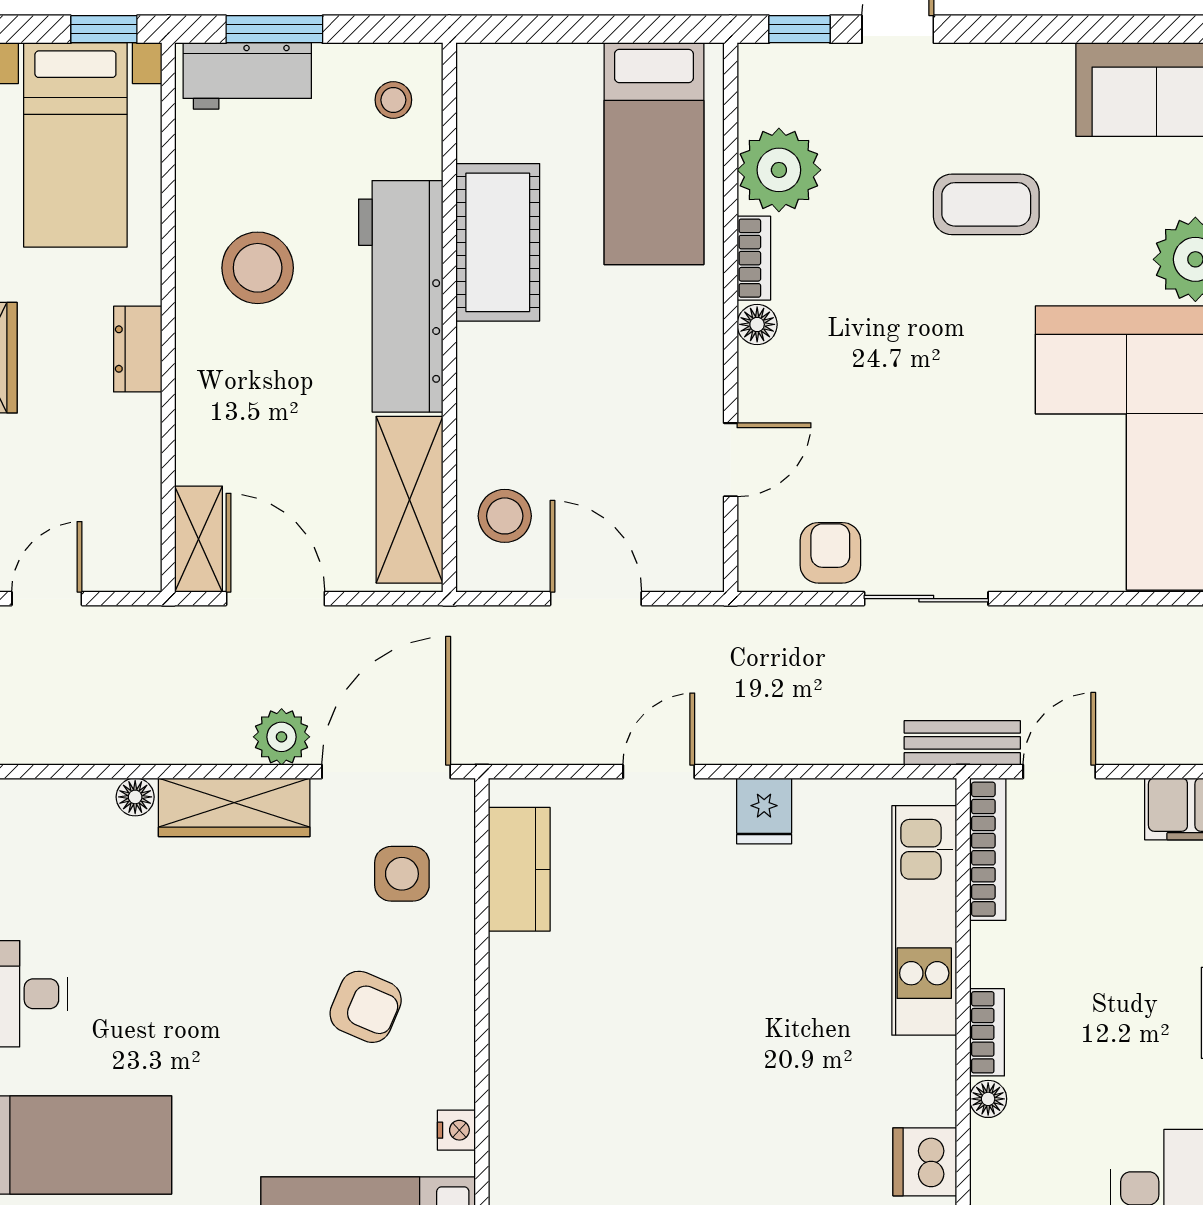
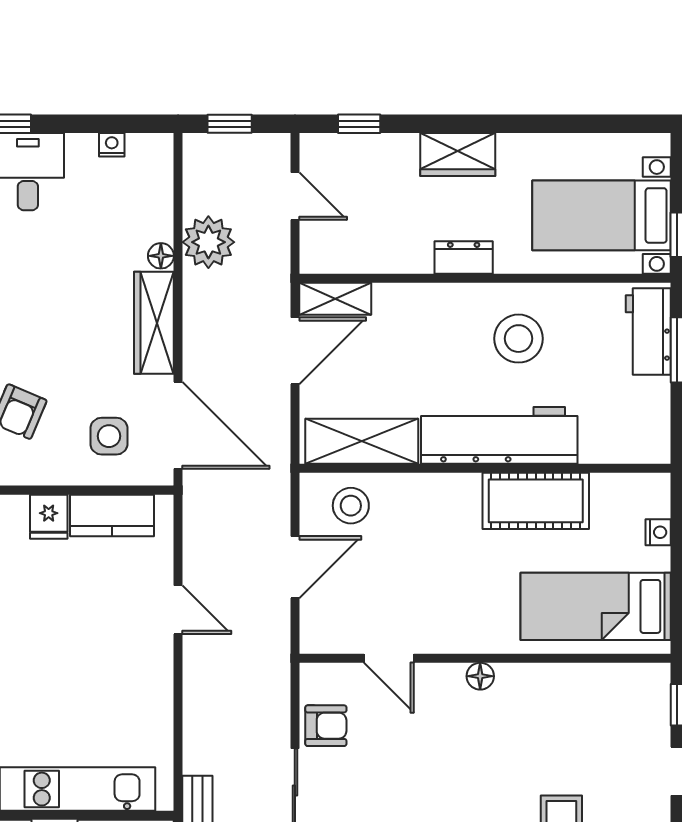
nightstand: (544, 61) -> (658, 532), added
stool: (393, 100) -> (632, 430), removed
plant: (779, 170) -> (585, 691), removed
bookcase: (754, 258) -> (525, 674), removed
plant: (282, 737) -> (208, 242), moved, width x1.36, depth x1.36
fridge: (764, 811) -> (49, 517), moved, turned -90

